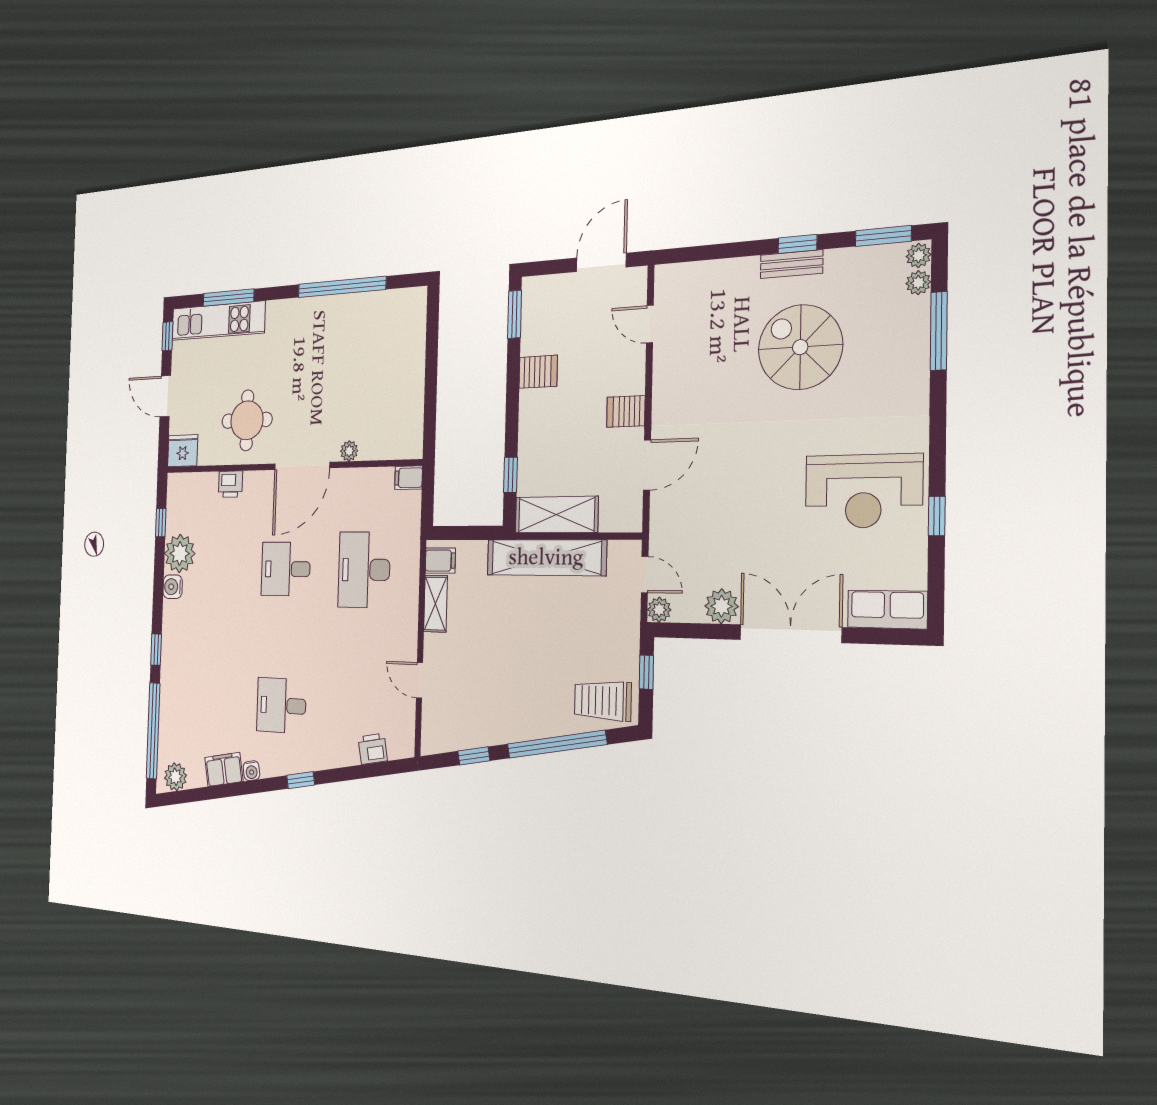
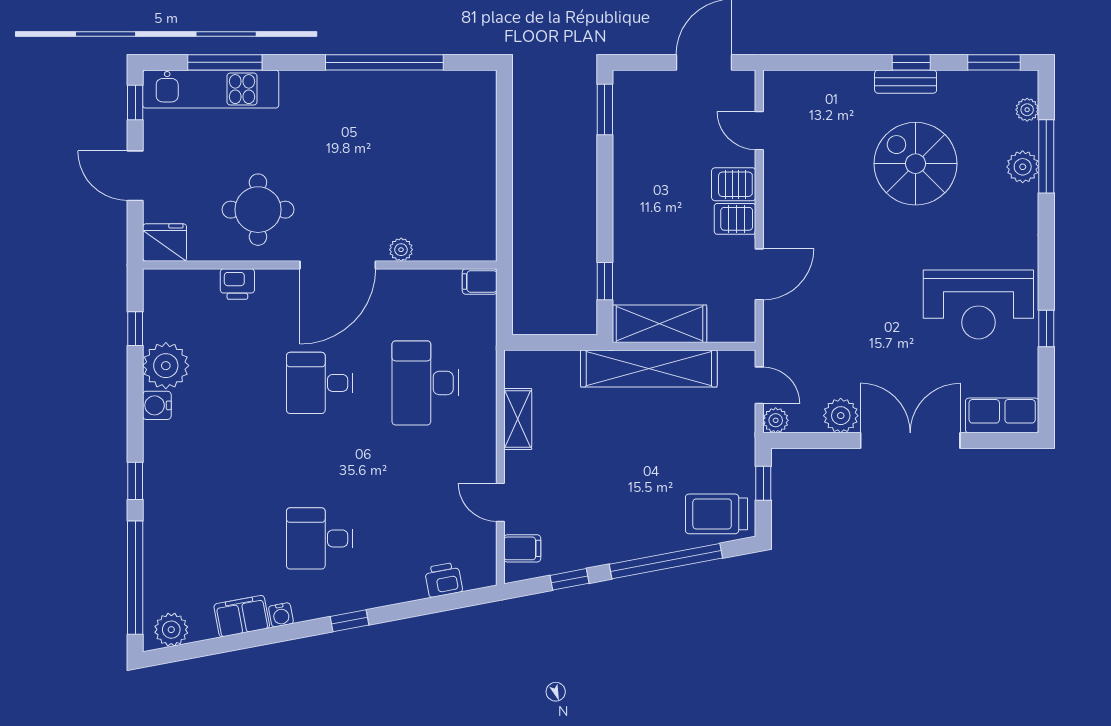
plant: (919, 255) -> (1023, 167), moved, width x1.38, depth x1.38
server rack: (538, 372) -> (734, 184), moved, turned 180
filing cabinet: (440, 561) -> (522, 548), moved

